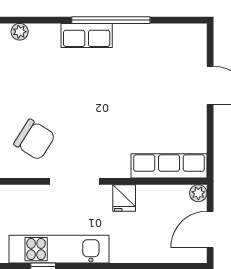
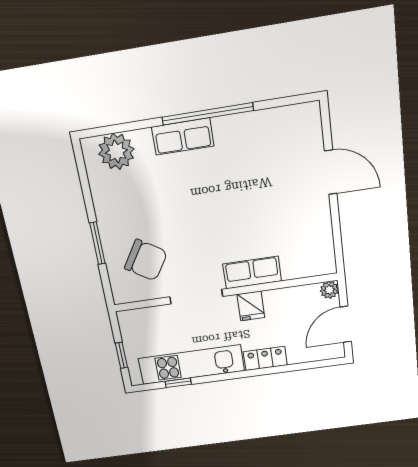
plant: (20, 32) -> (116, 151), width x1.88, depth x1.88
row of seats: (169, 166) -> (252, 273), moved, width x0.68
locker: (131, 253) -> (265, 358), added

